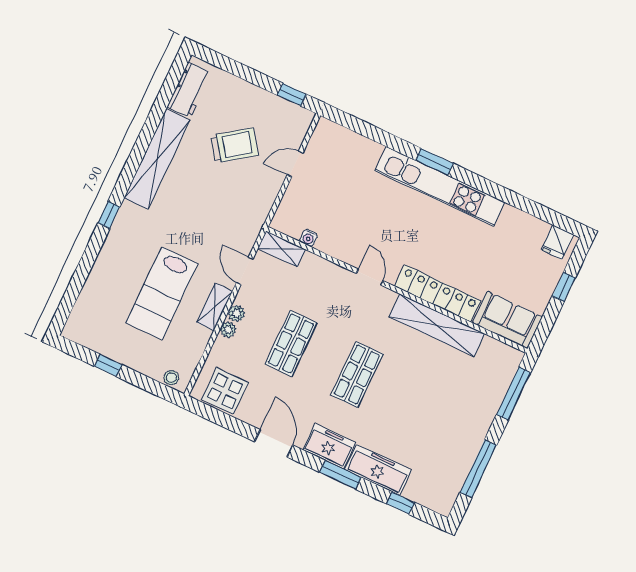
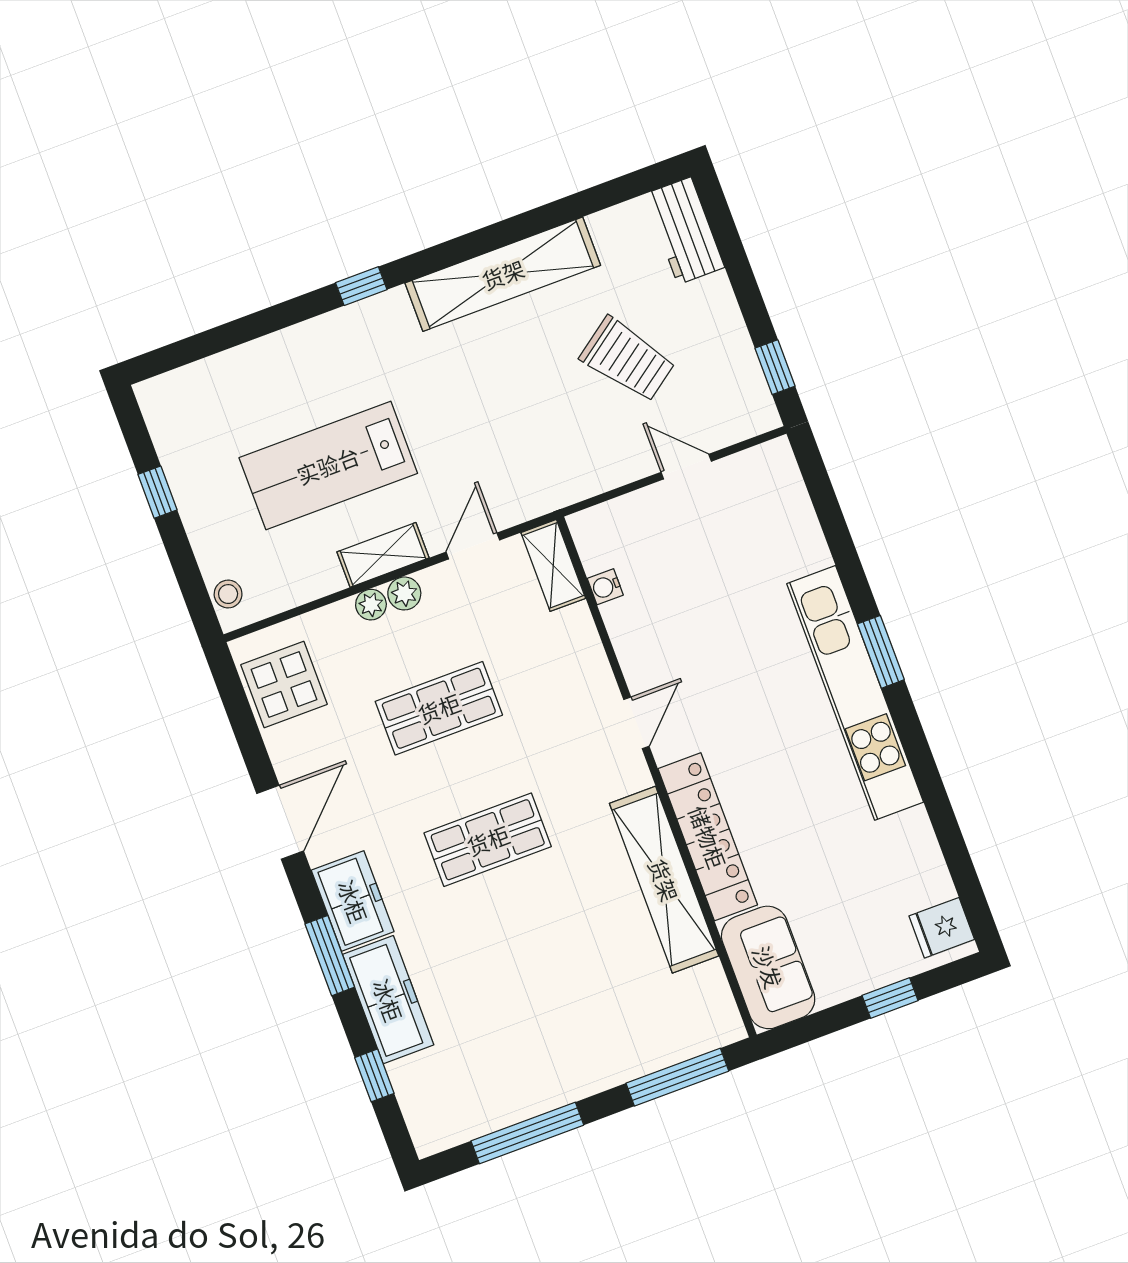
workbench: (189, 90) -> (684, 231), moved, turned 90

